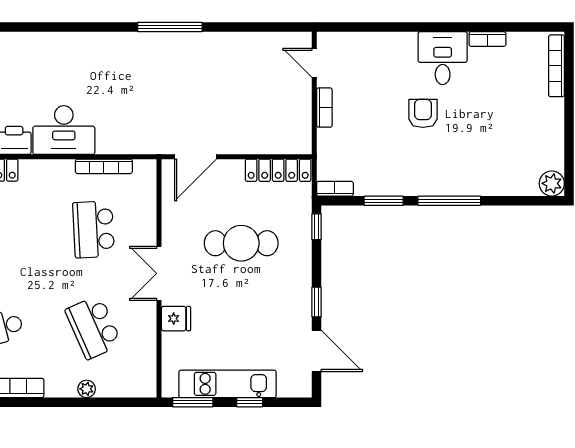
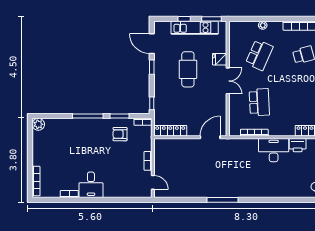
armchair: (423, 113) -> (120, 134), moved, turned 90
cafe table: (241, 243) -> (188, 69), moved, turned 90
school desk: (94, 327) -> (259, 55), turned 48

